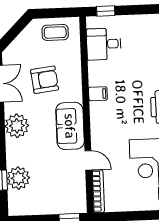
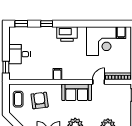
desk: (104, 44) -> (20, 54), moved, turned 90
armchair: (44, 80) -> (40, 101), moved

